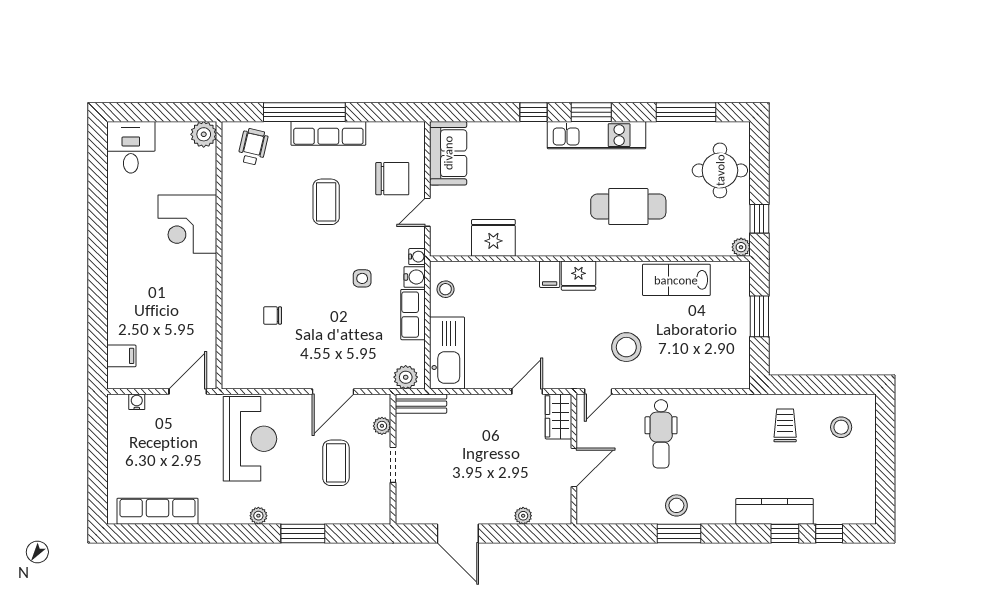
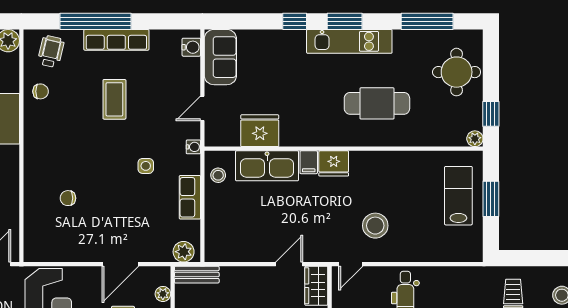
chair: (392, 179) -> (41, 91), moved, width x0.54, depth x0.54
water cooler: (415, 277) -> (191, 47), moved
lab bench: (676, 280) -> (458, 196), moved, turned 90
kitchen sink: (447, 353) -> (267, 166), moved, turned 90

